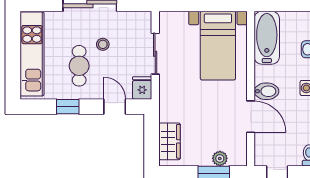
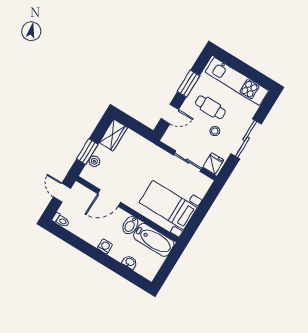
fridge: (142, 88) -> (213, 164), moved, turned -90
bidet: (266, 91) -> (130, 225), moved
window: (68, 107) -> (188, 84), width x1.50
wardrobe: (169, 141) -> (113, 135), moved, turned -90

